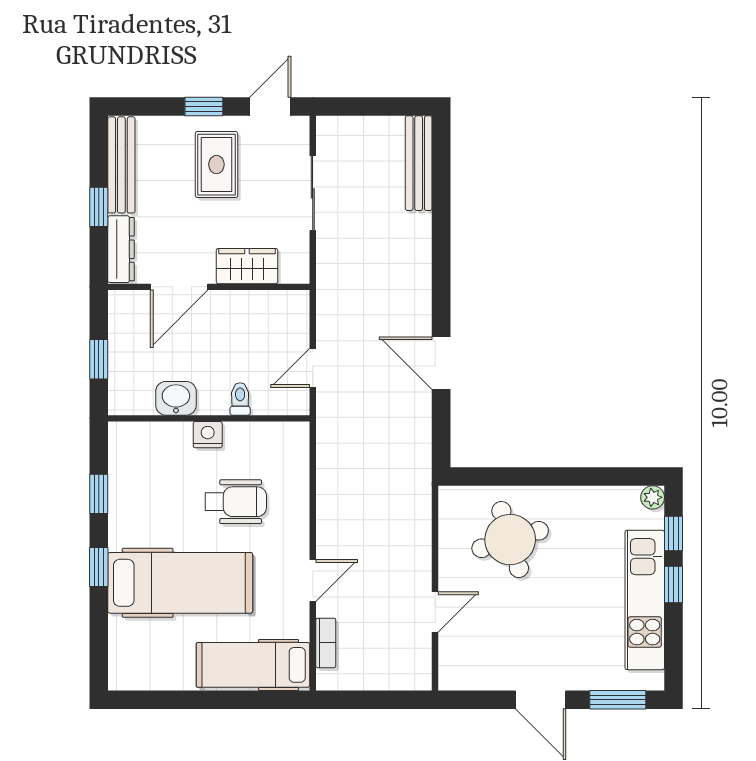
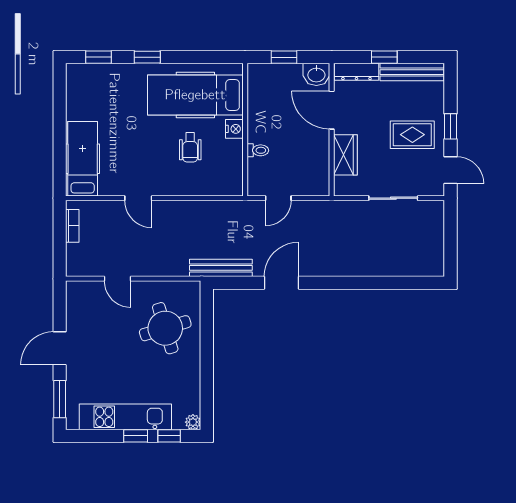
bench: (419, 163) -> (221, 268), moved
door: (313, 368) -> (278, 198), swing flipped
washbasin: (176, 398) -> (316, 74), moved, turned 90
window: (99, 494) -> (98, 57), moved
wheelchair: (236, 502) -> (190, 147), width x0.73, depth x0.73
hospital bed: (180, 583) -> (195, 95), moved, turned 90
bookcase: (326, 643) -> (72, 226), moved, turned -90

